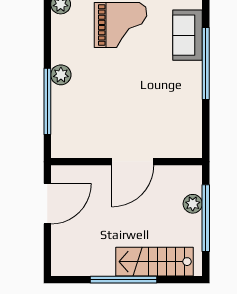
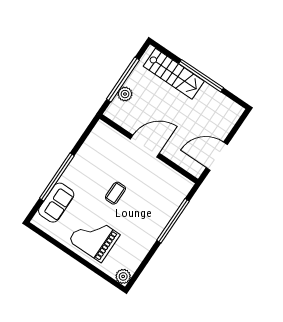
plant: (61, 75) -> (153, 232), removed
coffee table: (130, 89) -> (115, 193), added

